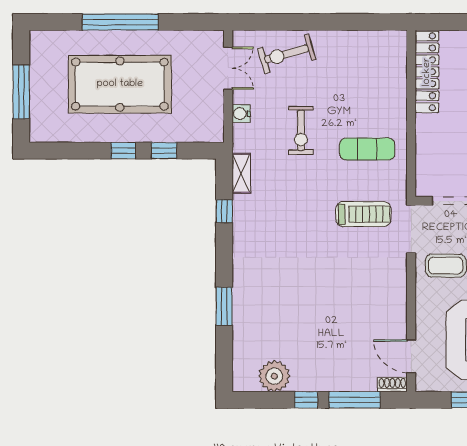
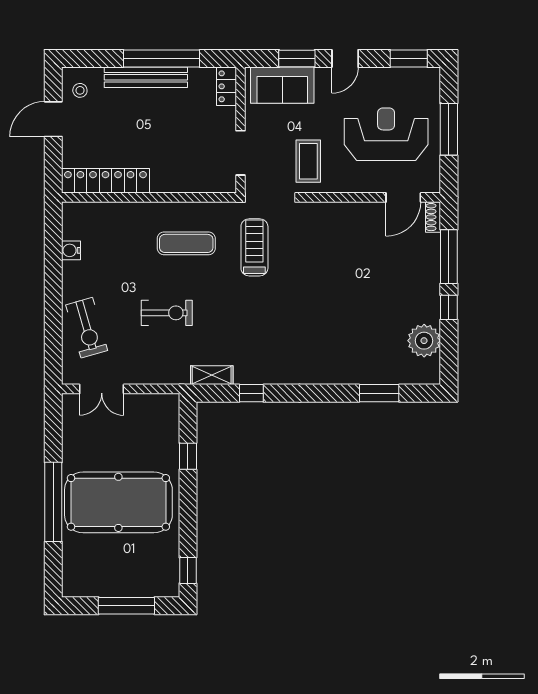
double door: (228, 68) -> (102, 389), swing flipped
pool table: (120, 84) -> (118, 502), turned 90
water cooler: (241, 114) -> (71, 250), moved, turned 90
exercise mat: (367, 149) -> (186, 243), turned 90
window: (123, 151) -> (188, 570), moved
window: (224, 306) -> (379, 393), moved

